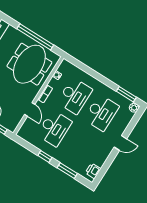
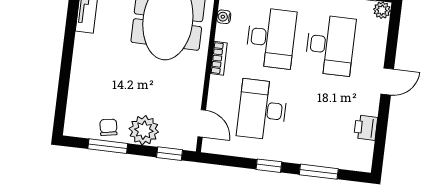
door: (30, 109) -> (202, 123), moved
desk: (54, 128) -> (262, 110), turned 180
printer: (93, 171) -> (366, 128), moved

